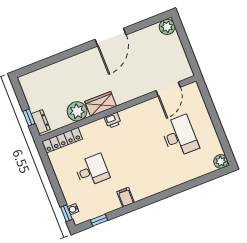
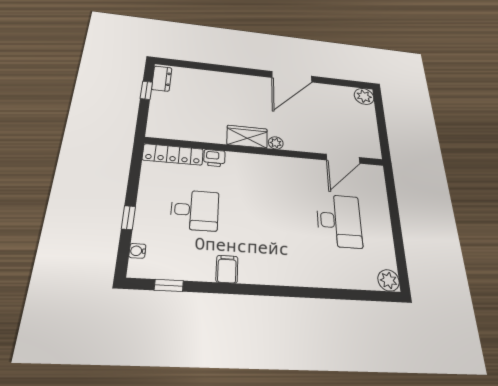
plant: (77, 111) -> (276, 143), moved, width x0.53, depth x0.53
window: (29, 117) -> (146, 90), moved
printer: (113, 120) -> (214, 158), moved
dresser: (41, 122) -> (162, 79), moved
window: (66, 213) -> (128, 218), moved

